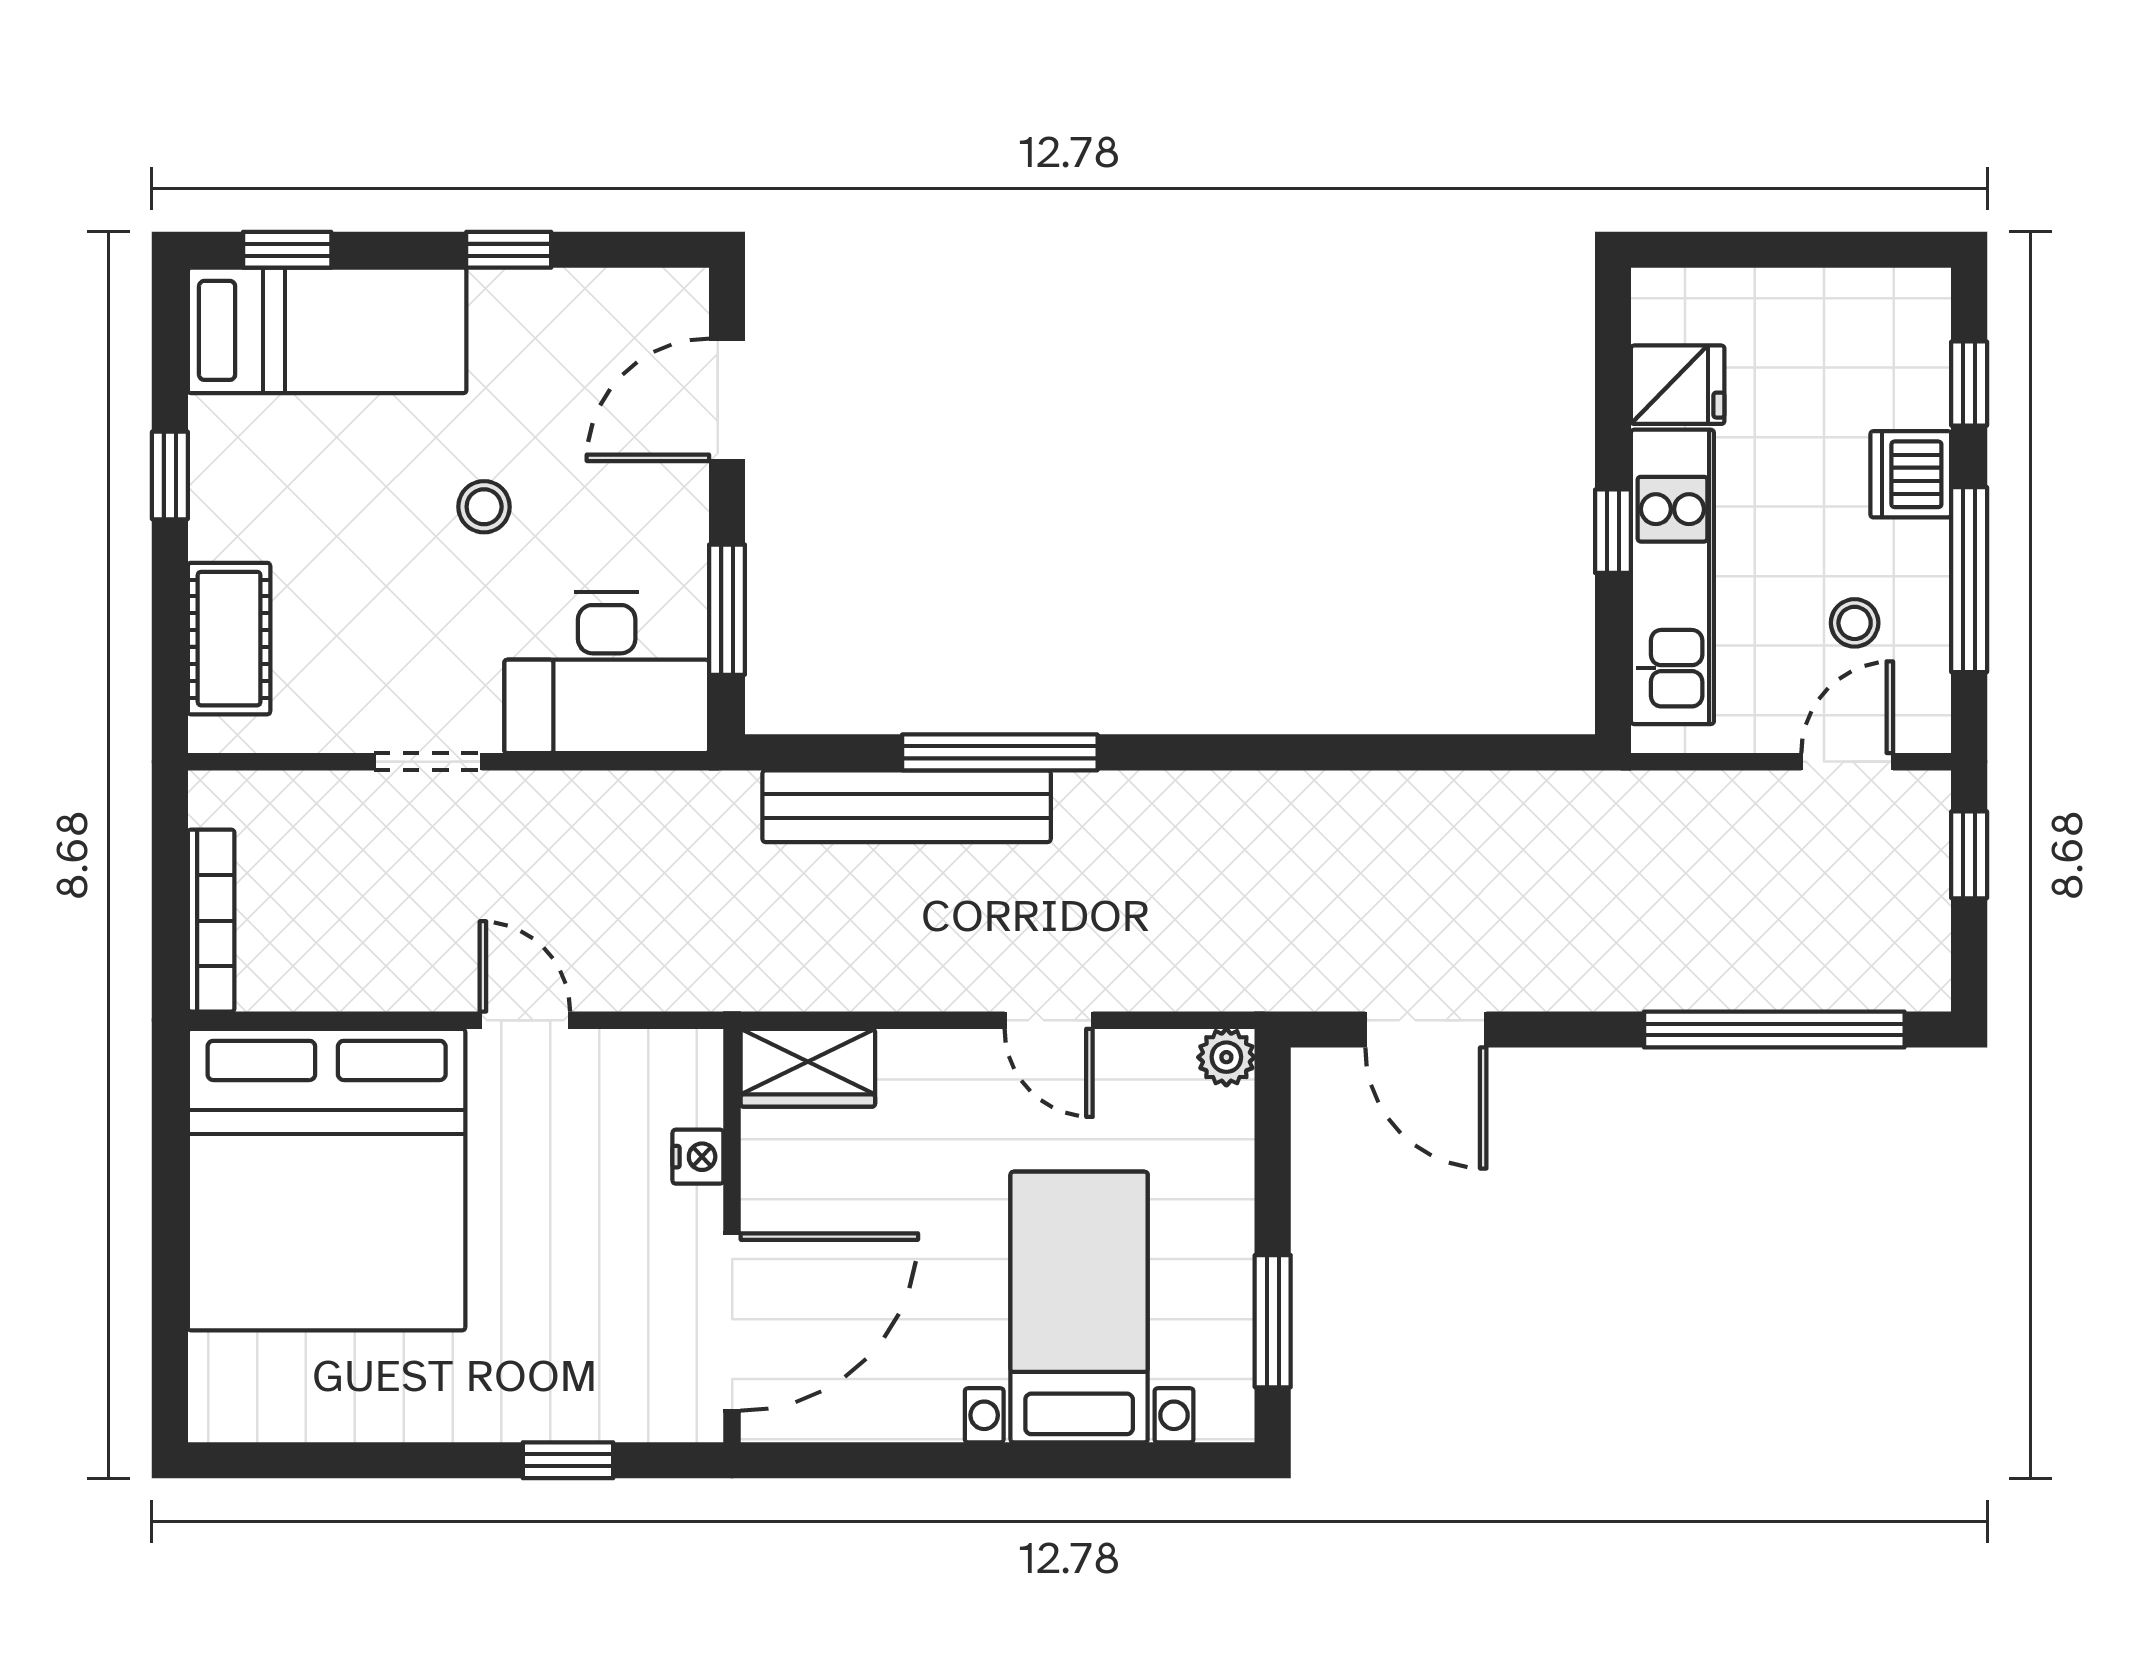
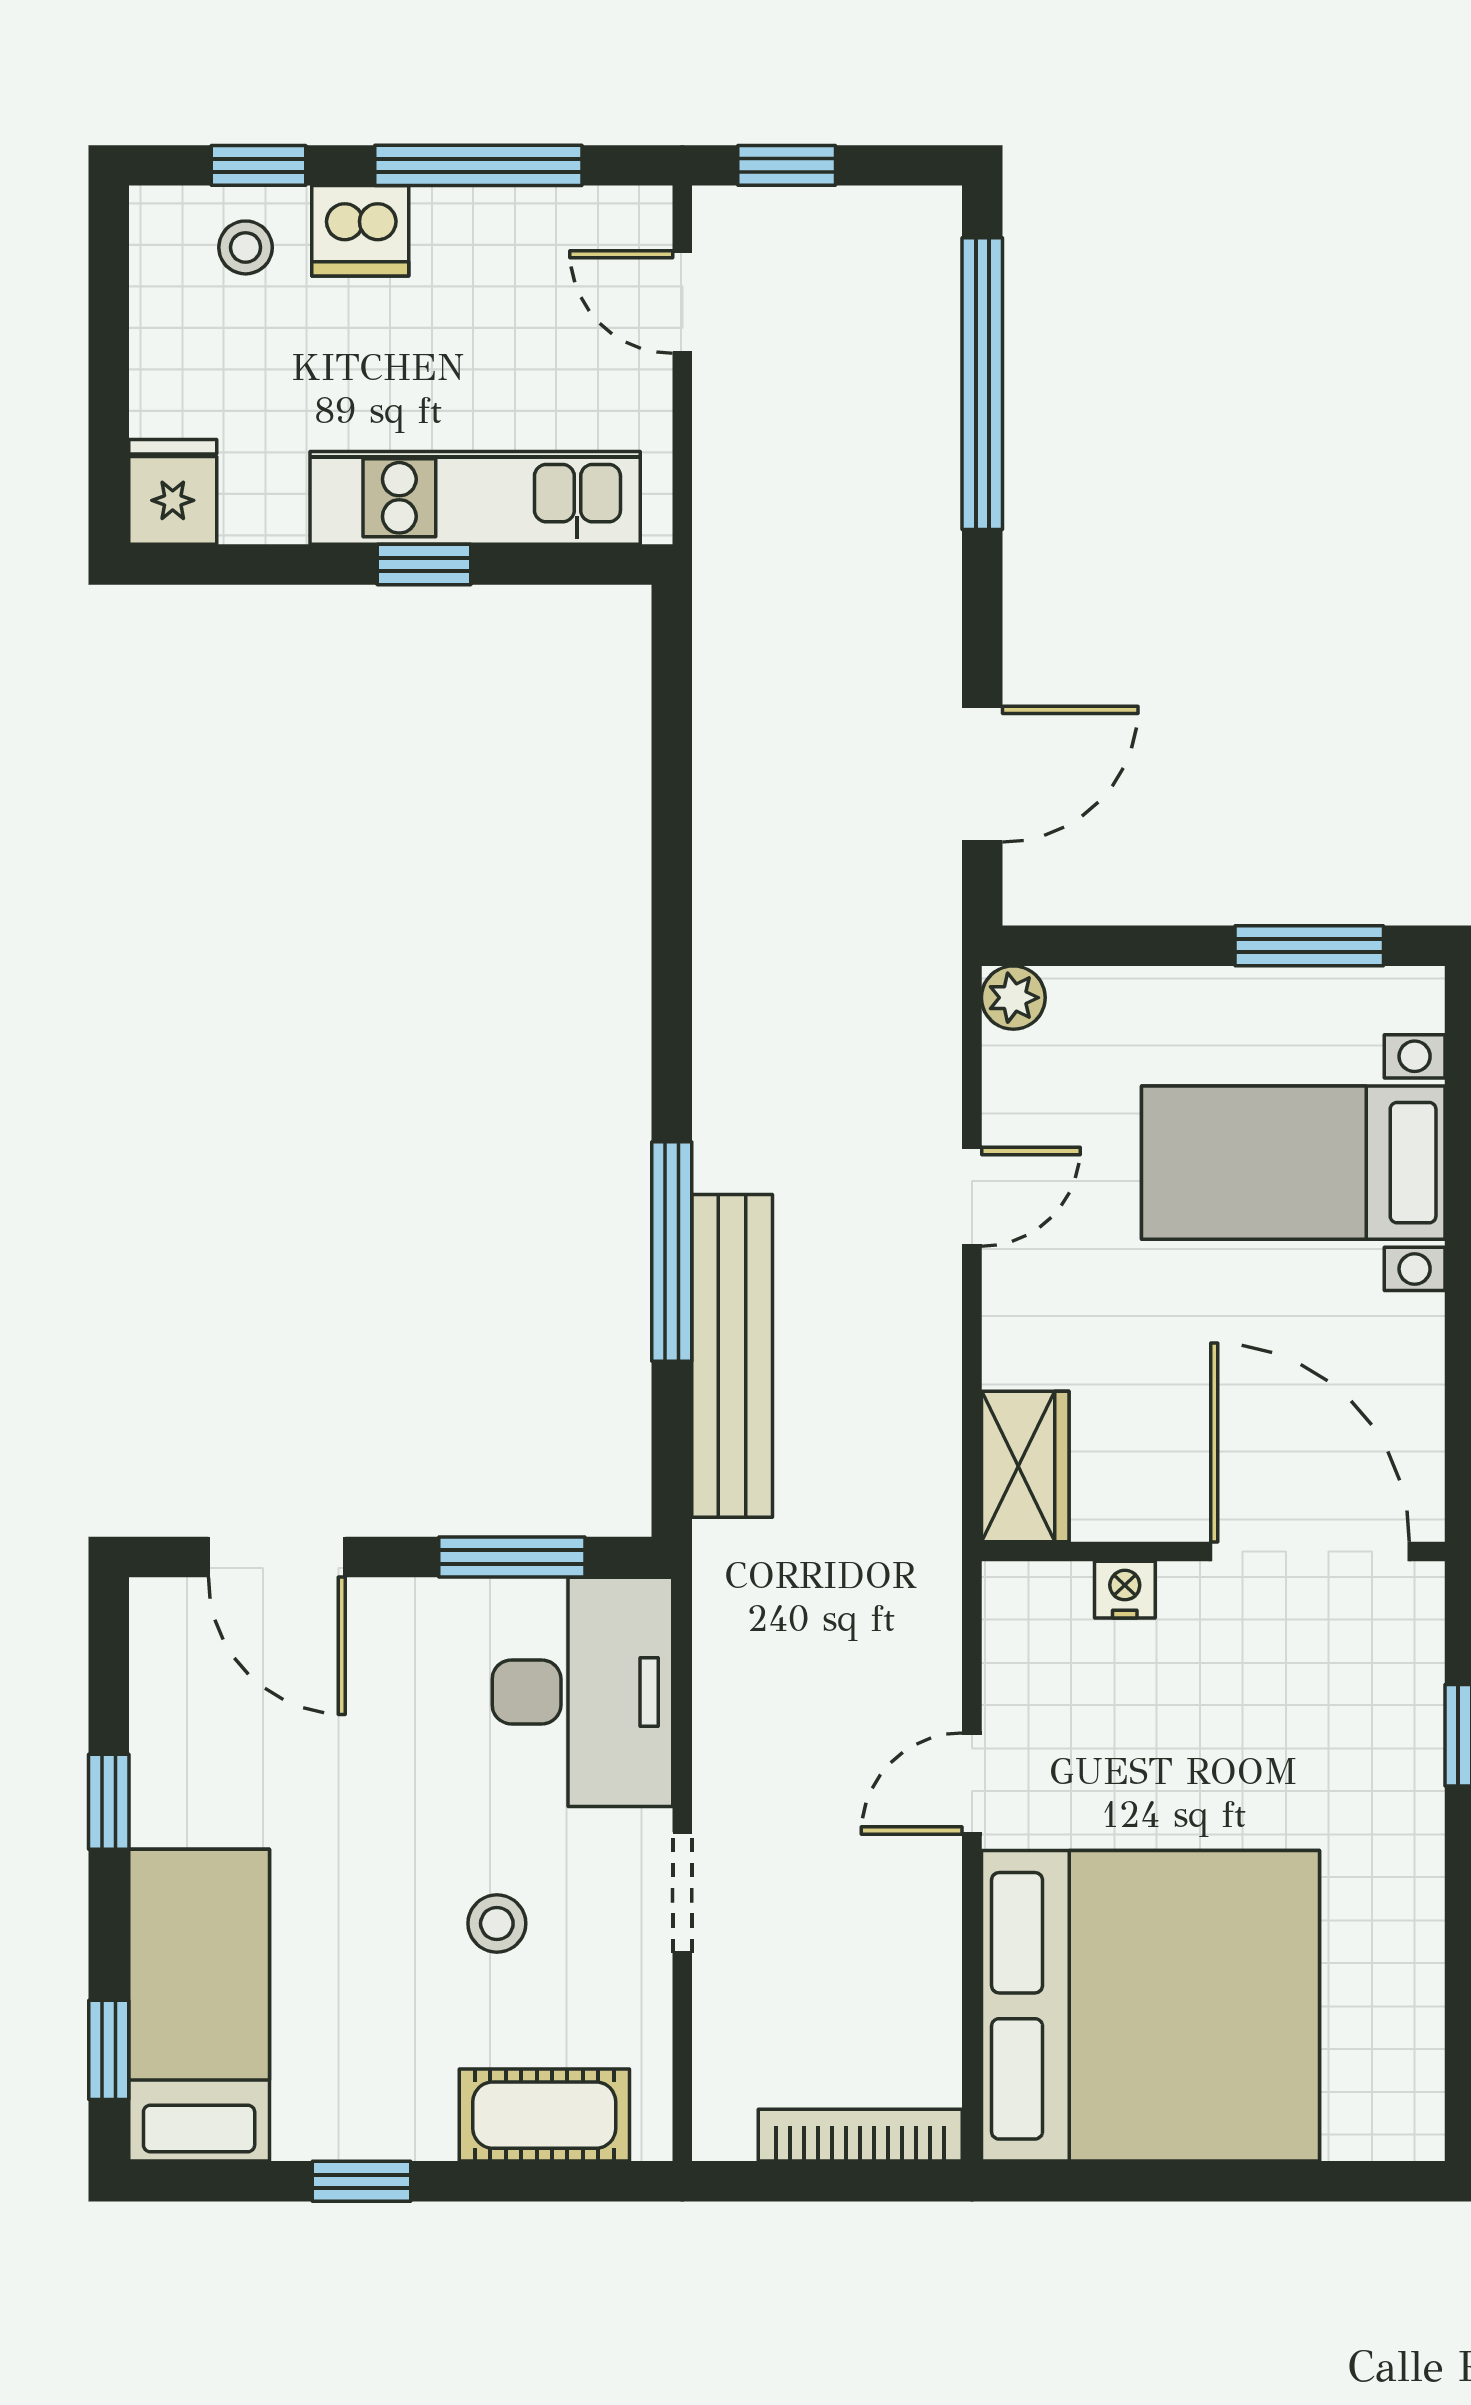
fridge: (1678, 385) -> (173, 492), moved
stool: (484, 507) -> (497, 1923), moved
stool: (1855, 623) -> (246, 247), moved

